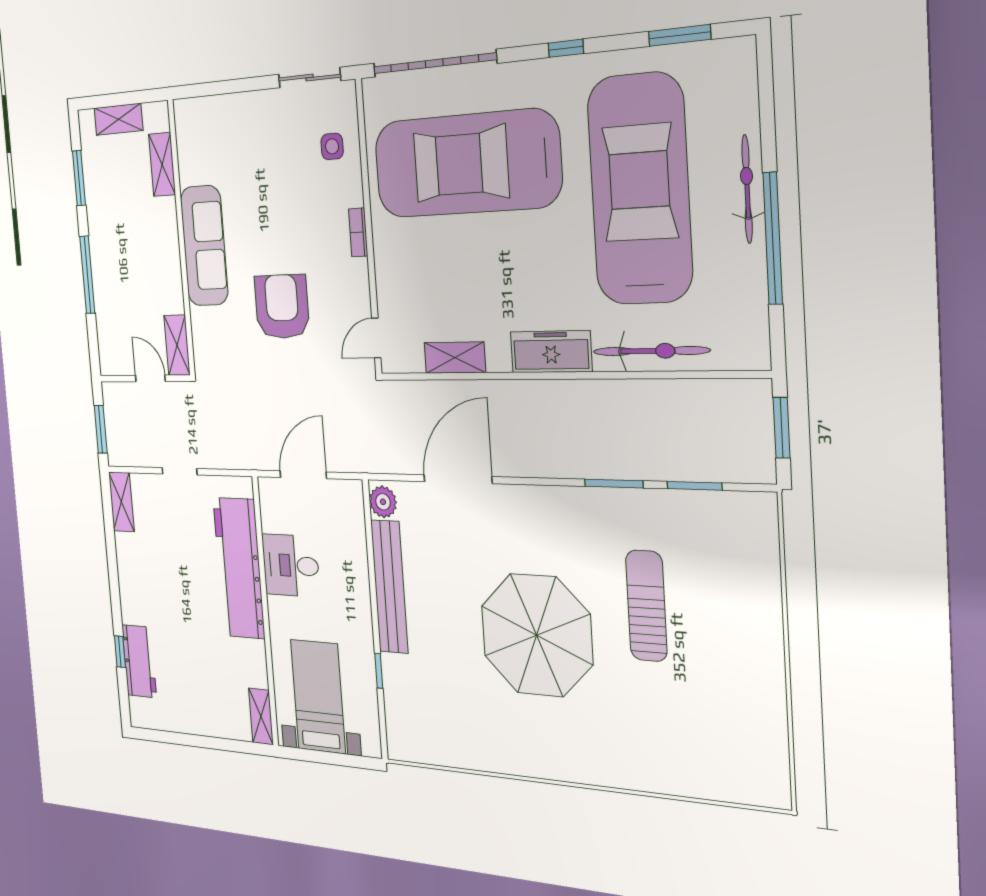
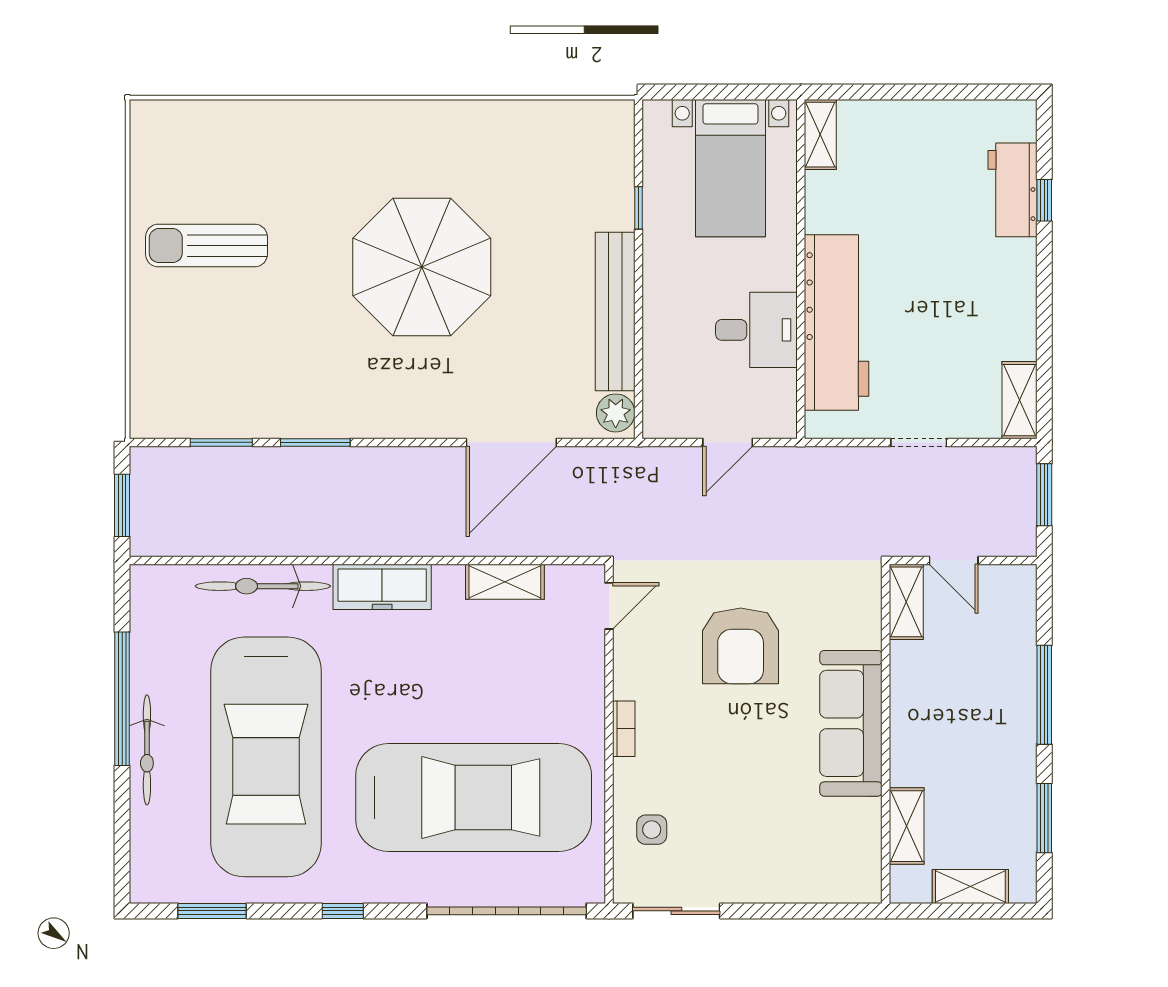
door: (303, 475) -> (728, 442), width x0.73
sun lounger: (646, 606) -> (206, 246), moved, turned 90

